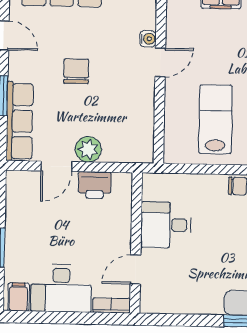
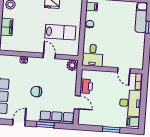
door: (160, 62) -> (49, 56), moved
lab bench: (216, 119) -> (60, 32), turned 180
plant: (88, 149) -> (72, 65), moved
desk: (166, 225) -> (93, 55), moved

